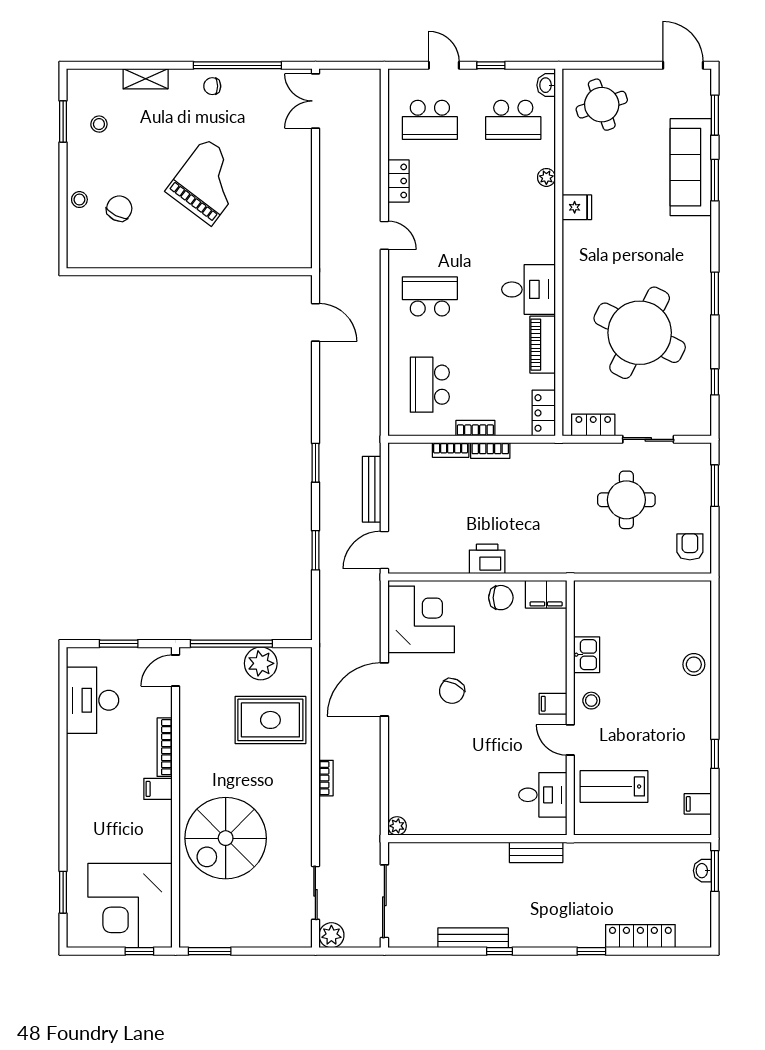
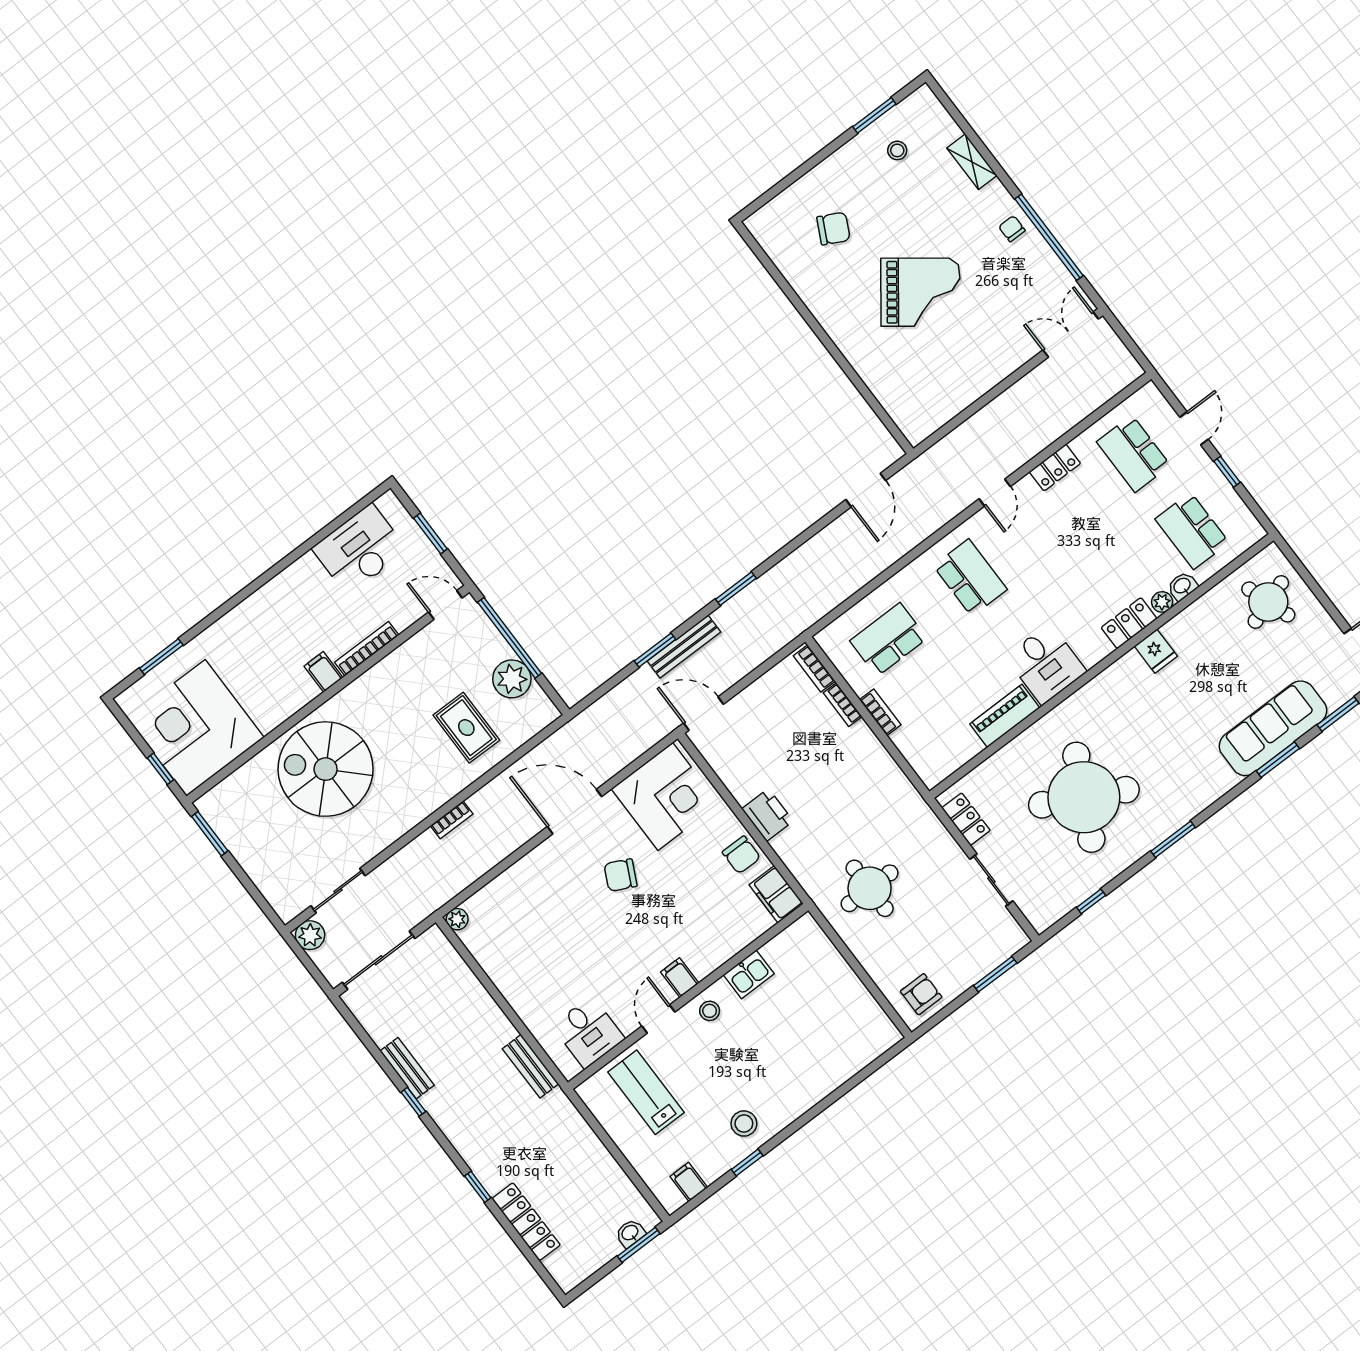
washbasin: (546, 85) -> (1182, 586), moved
stool: (79, 200) -> (814, 185), removed
locker: (544, 413) -> (1129, 623), moved
bookcase: (490, 451) -> (814, 668), moved
bench: (372, 489) -> (684, 647), moved
round table: (626, 500) -> (870, 888), moved
stool: (694, 664) -> (744, 1124), moved
rug: (270, 720) -> (466, 728), width x0.73, depth x0.70
bench: (473, 938) -> (407, 1068), width x0.73

